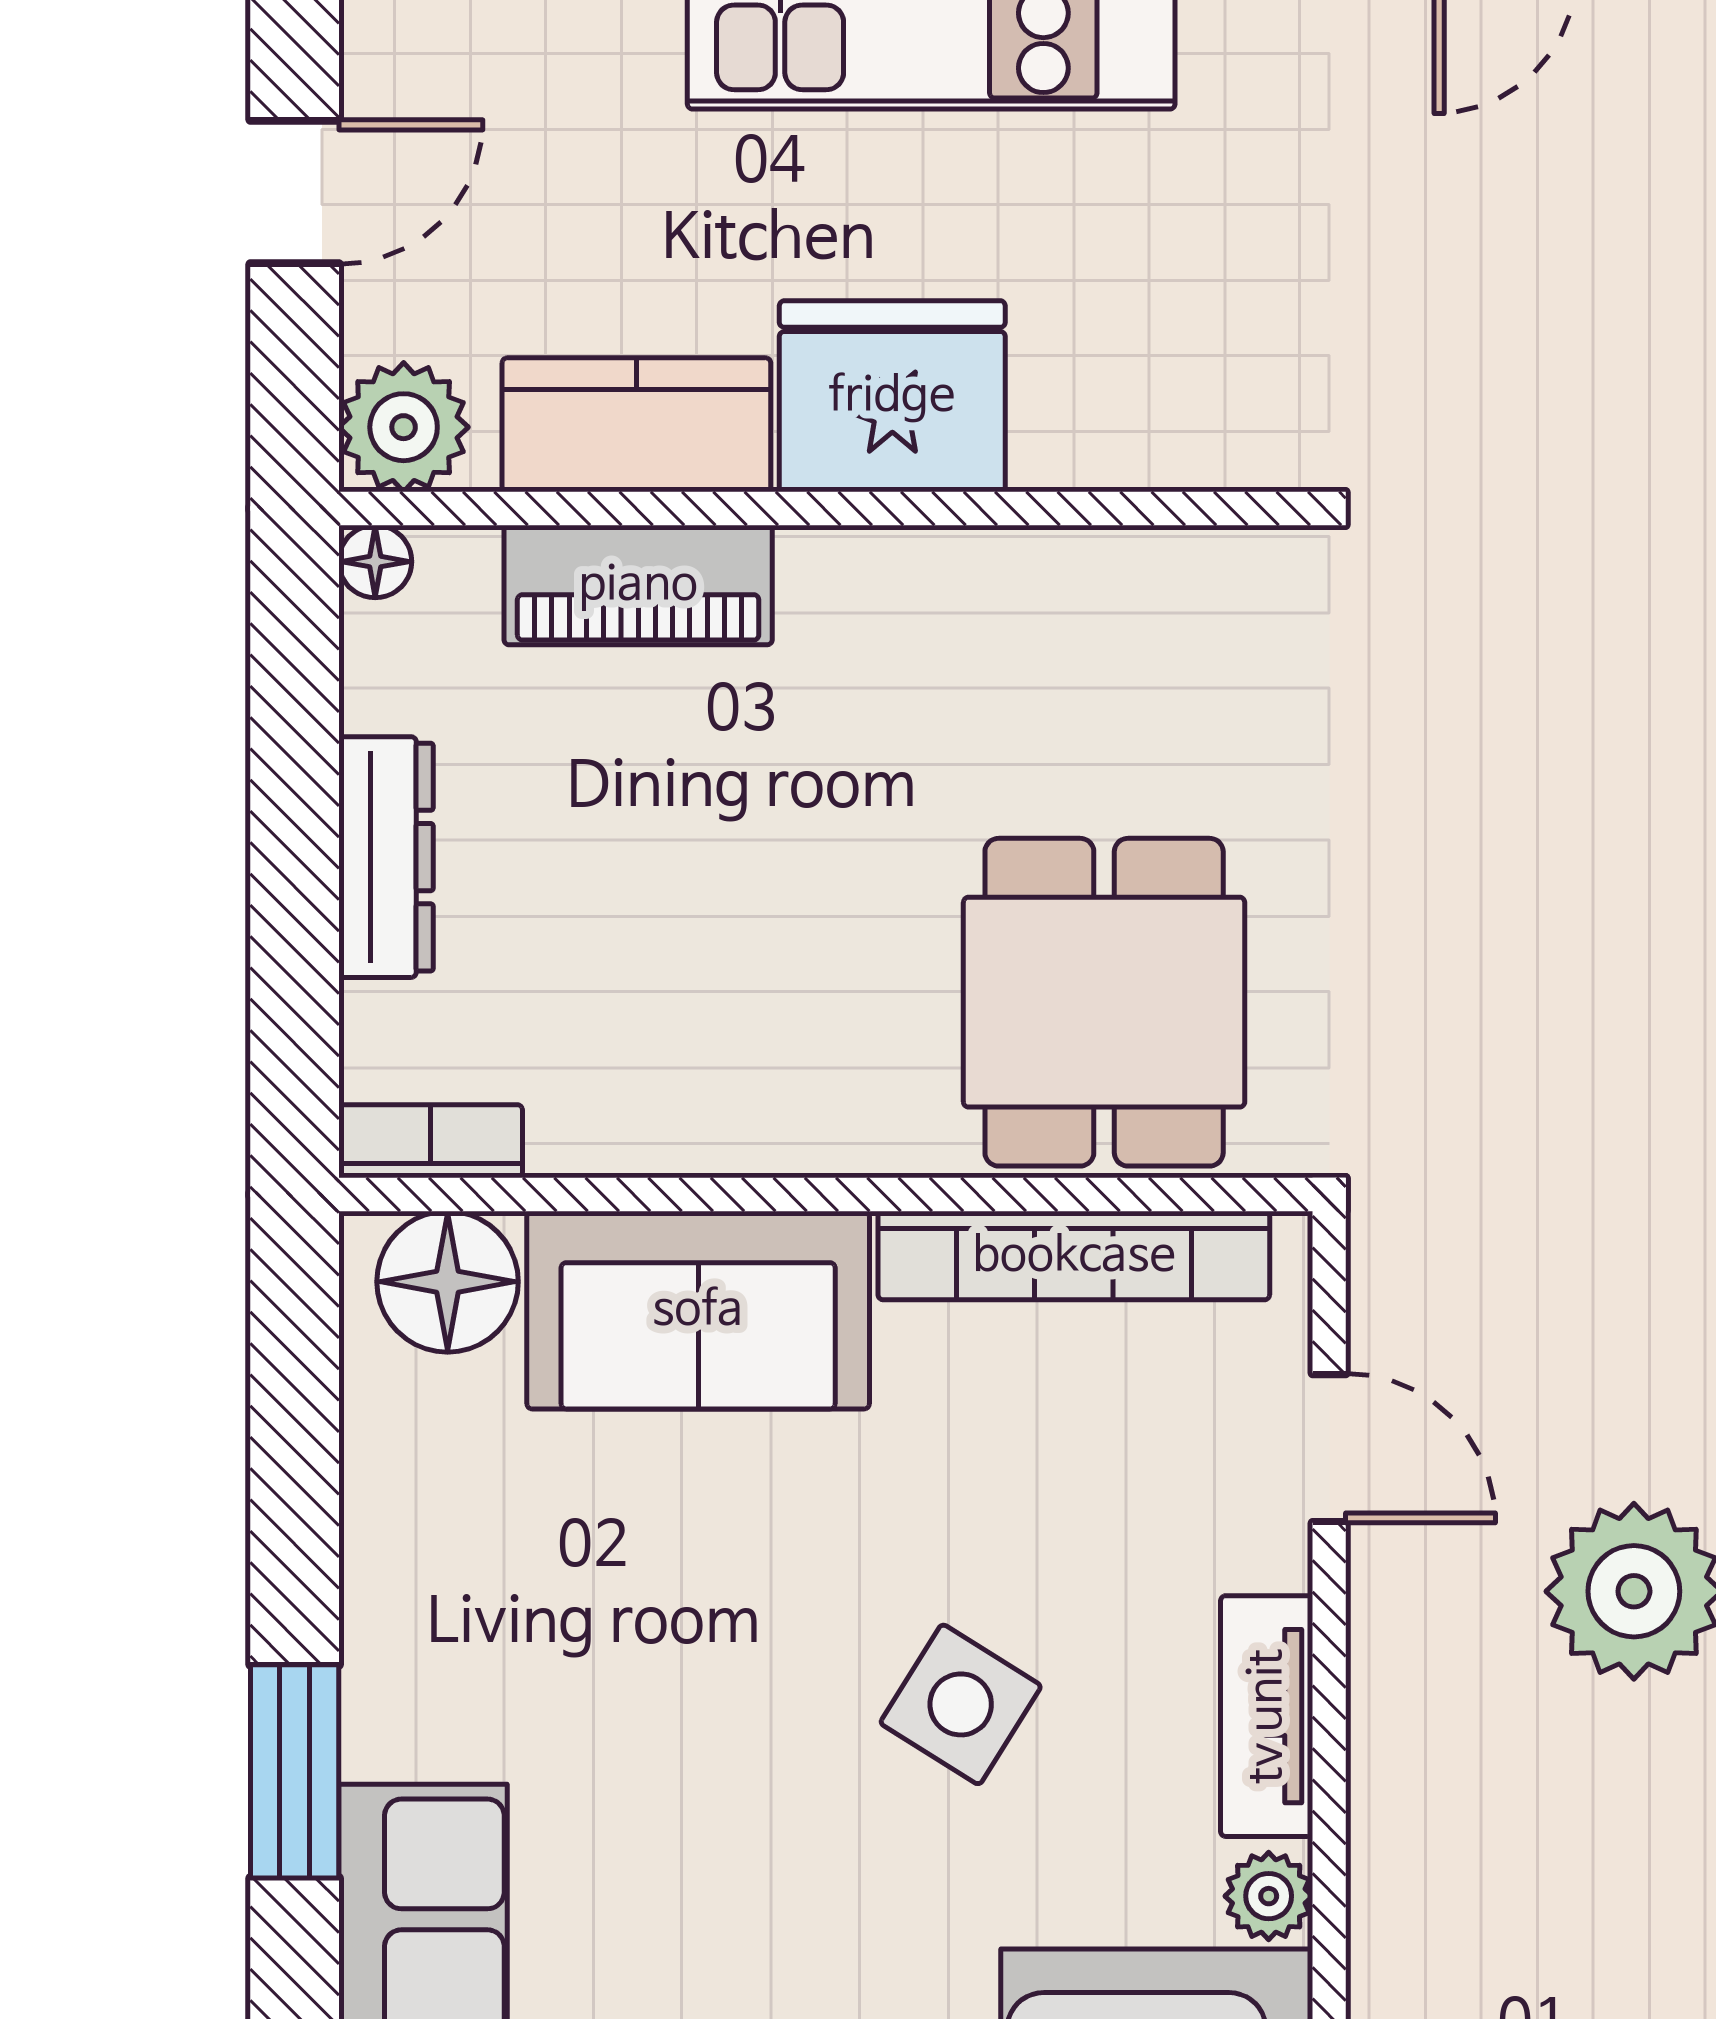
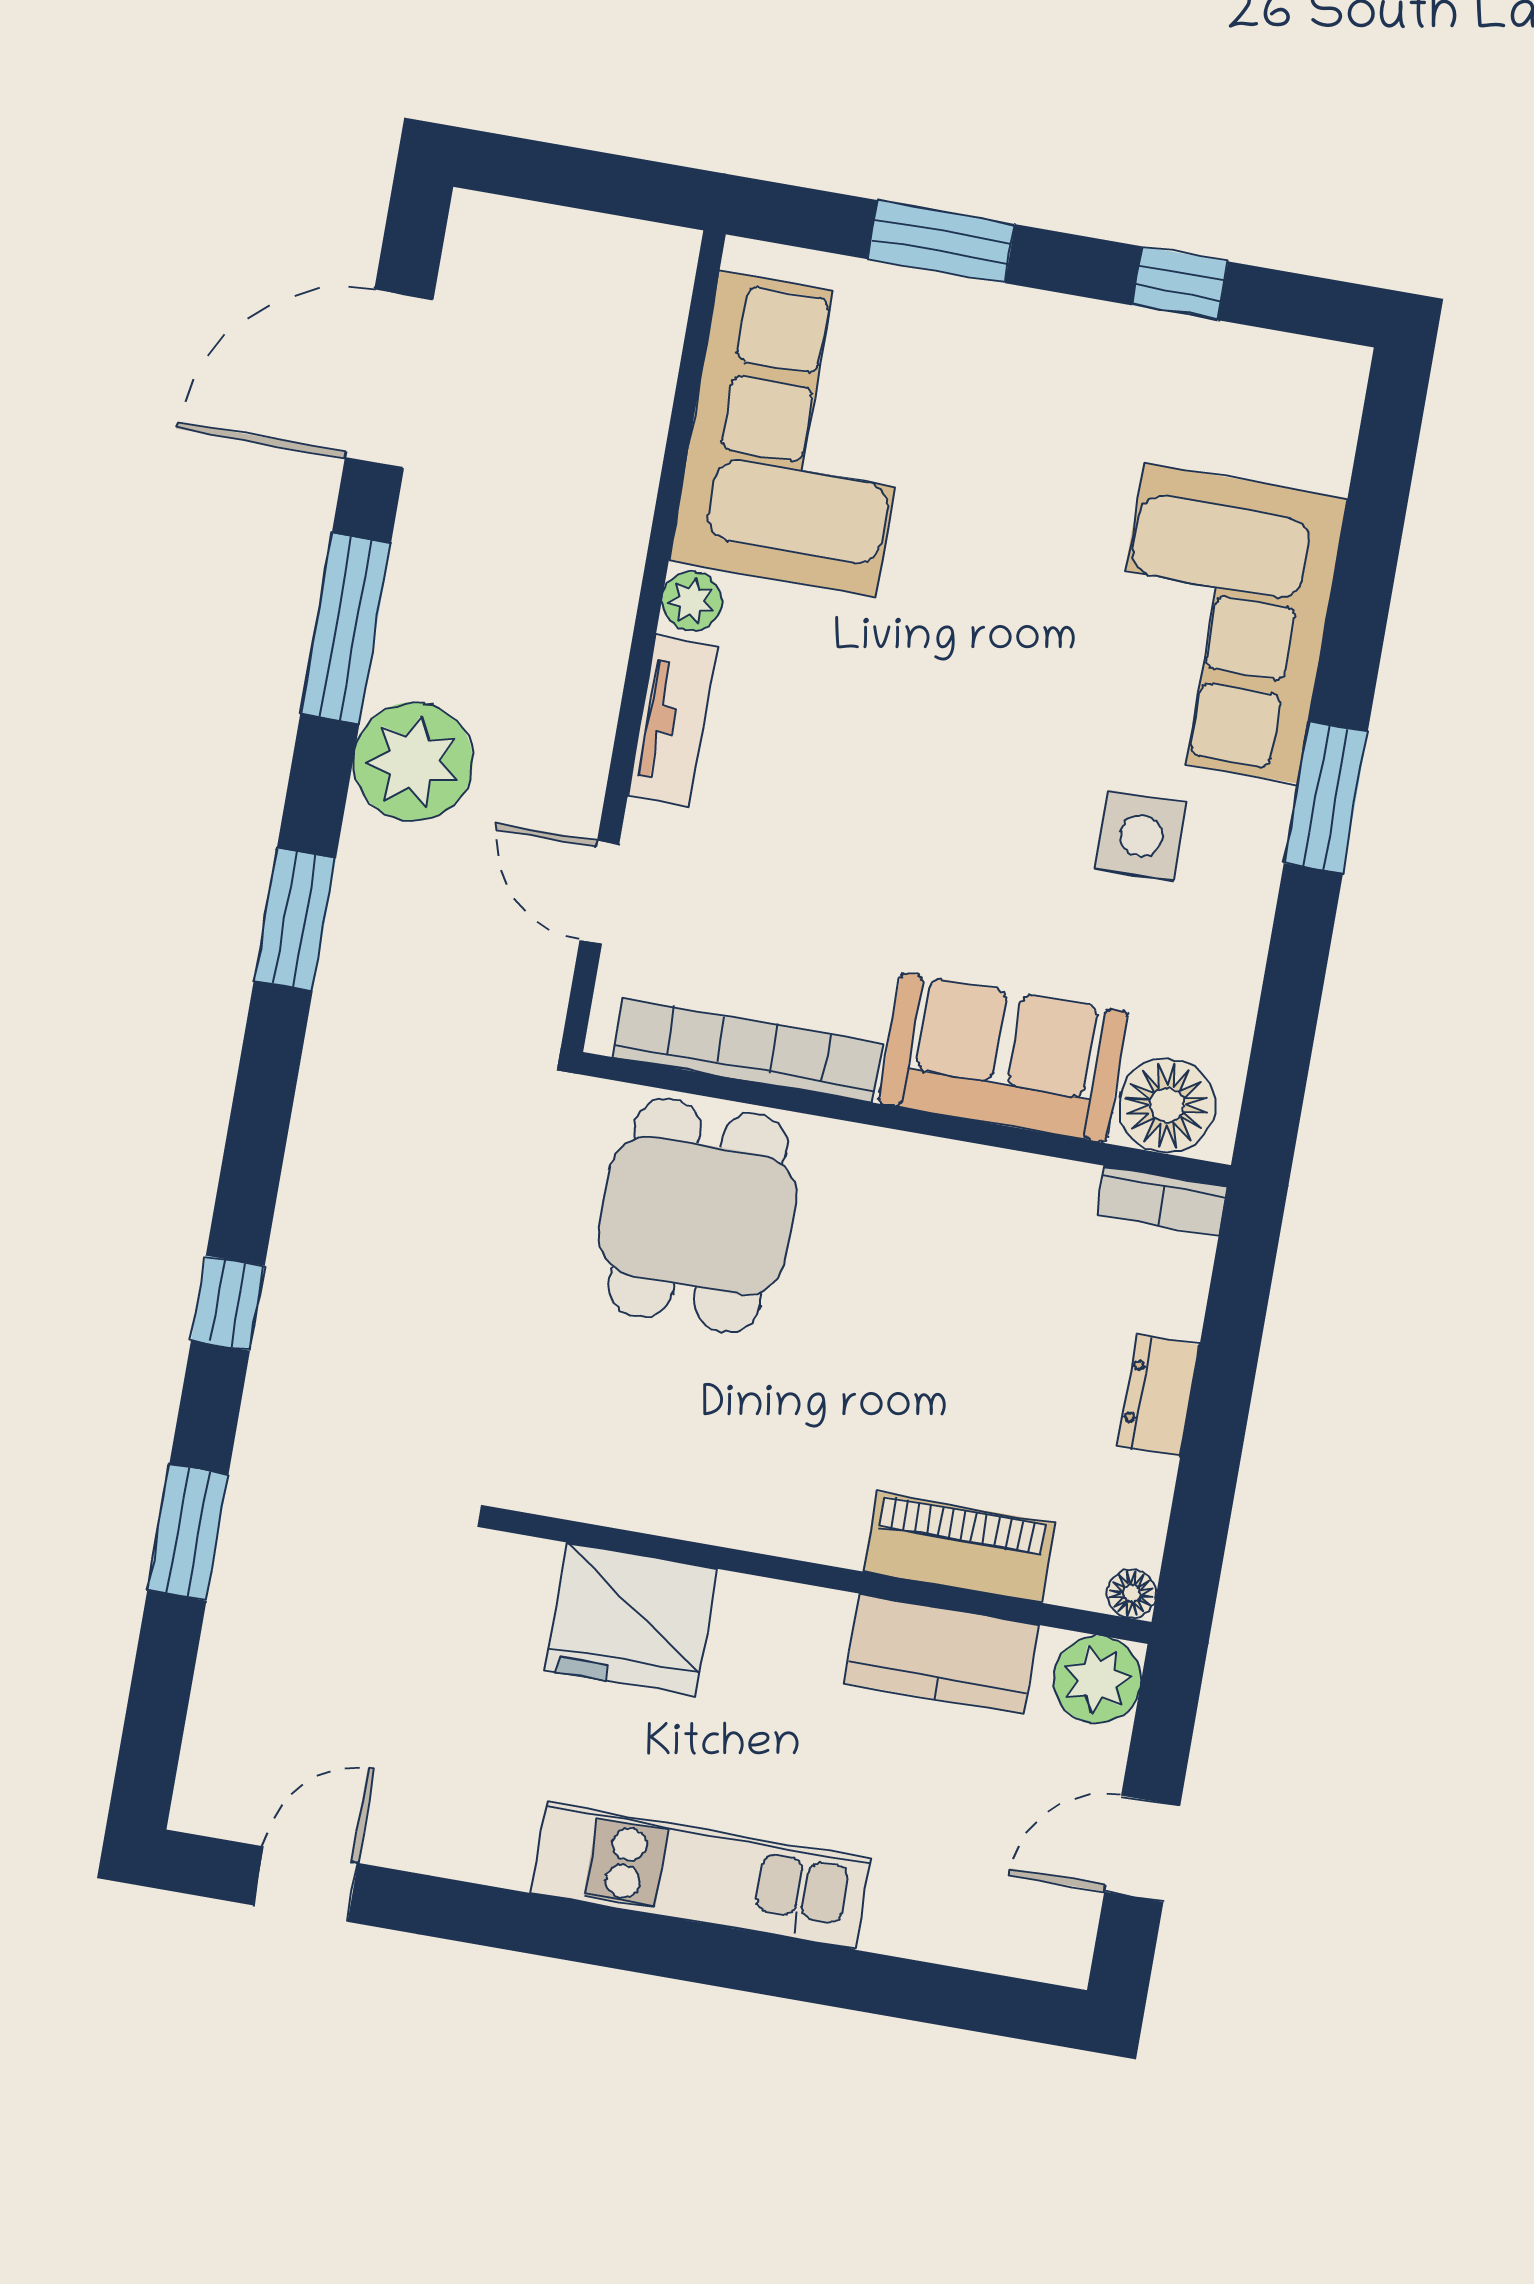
fridge: (892, 396) -> (631, 1619), moved
dresser: (386, 857) -> (1159, 1395), width x0.70
side table: (961, 1704) -> (1141, 836), moved, turned -32

